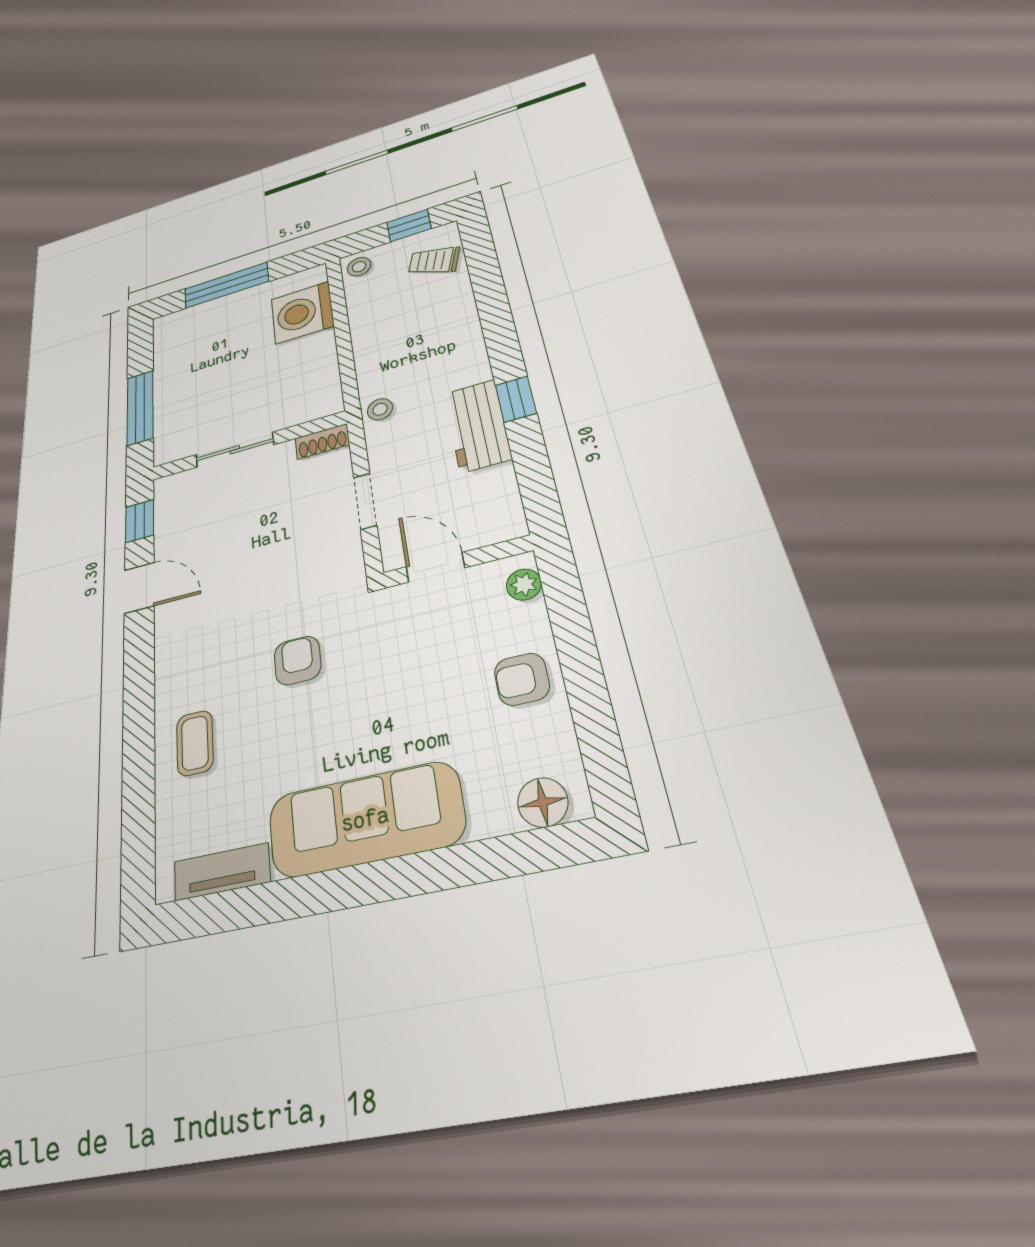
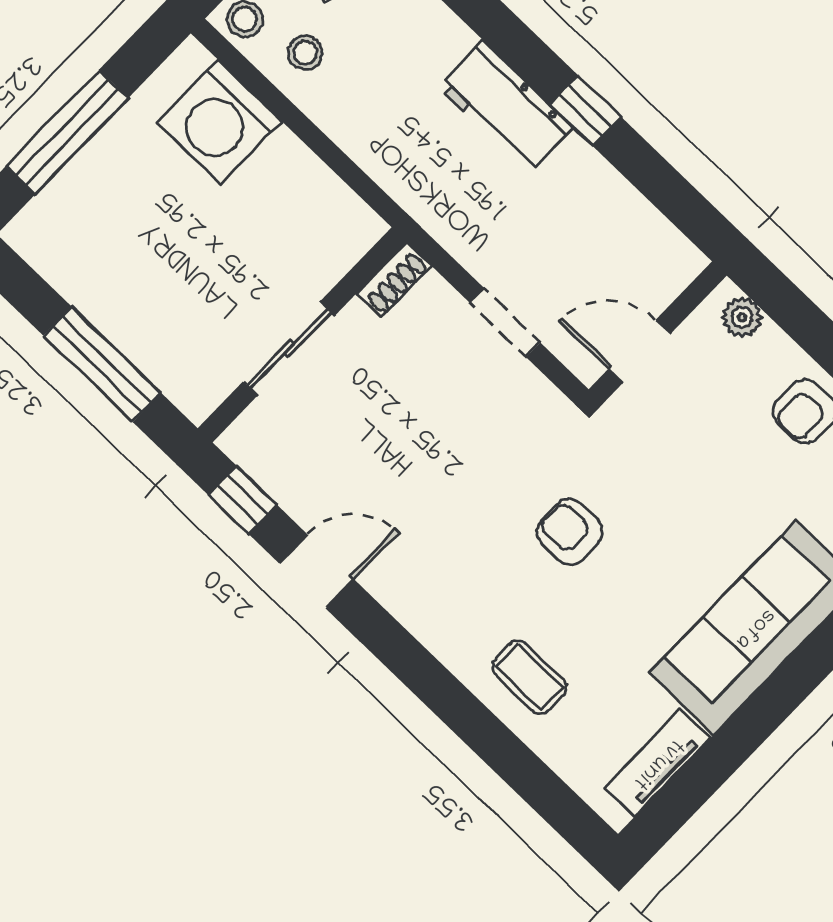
stool: (380, 409) -> (305, 53), moved
workbench: (478, 426) -> (506, 107), moved

